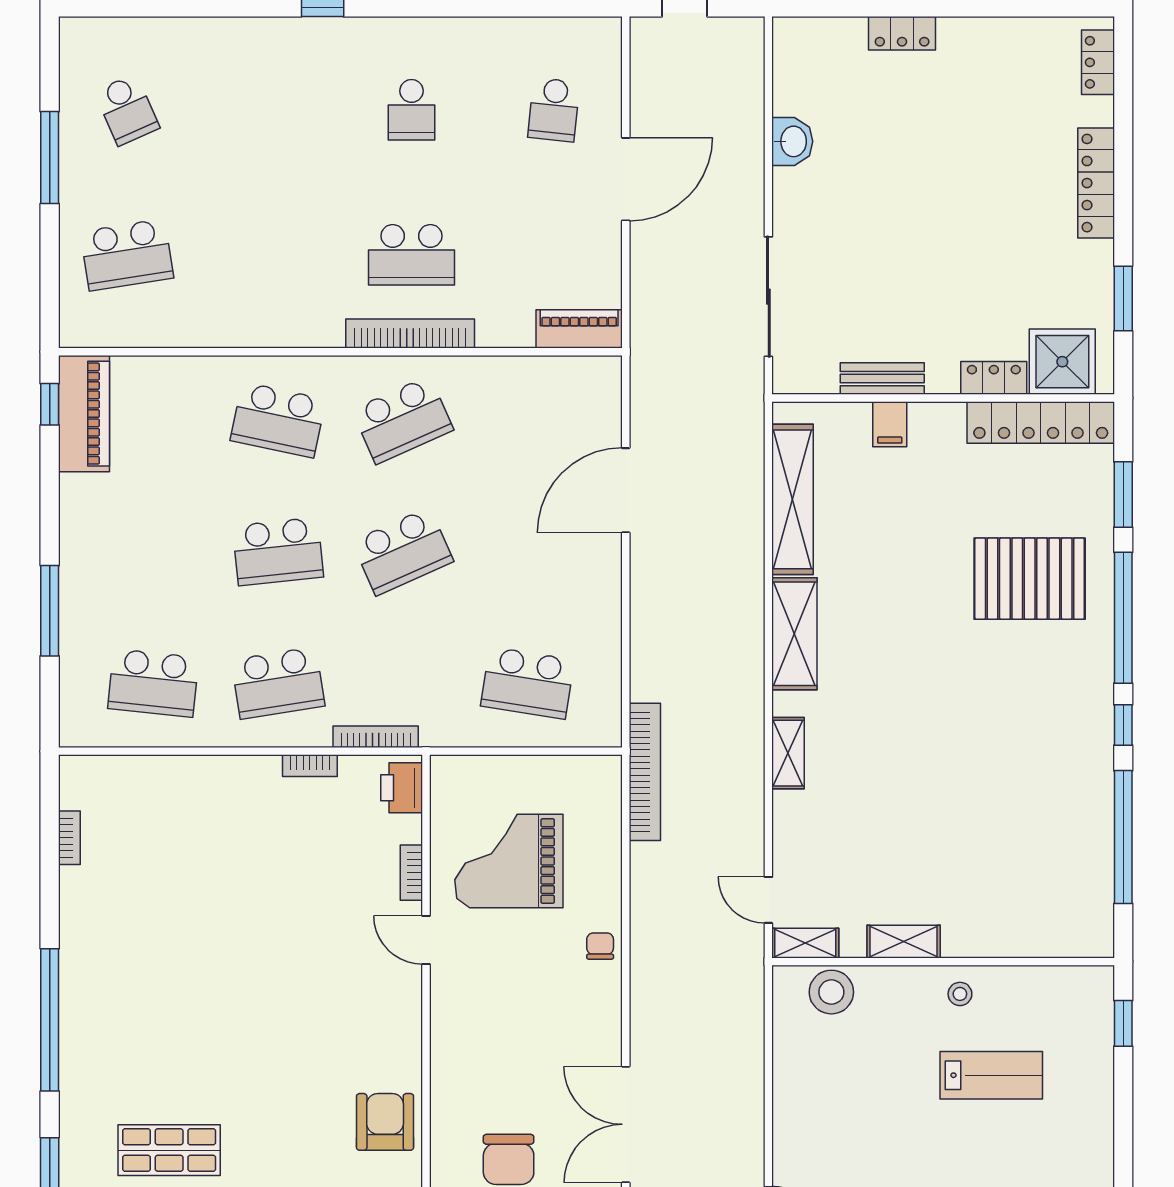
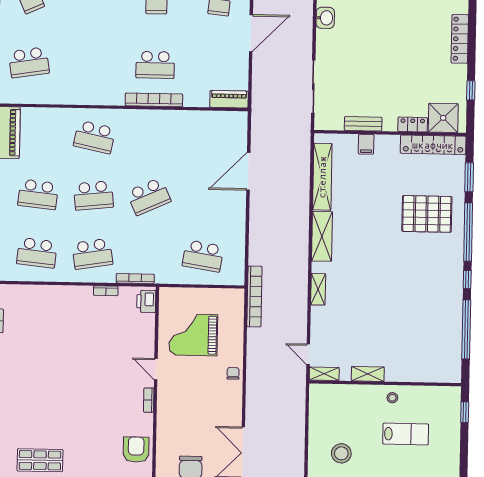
window: (1123, 299) -> (471, 90), width x0.67
school desk: (403, 420) -> (38, 194), moved, turned 30
bookcase: (411, 873) -> (149, 400), moved
stool: (831, 992) -> (341, 453), moved

